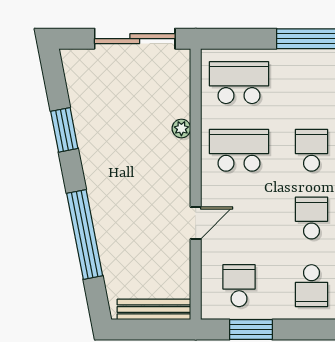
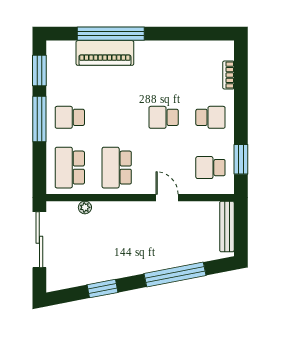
plant: (181, 128) -> (85, 207), moved
school desk: (312, 150) -> (70, 117), moved

